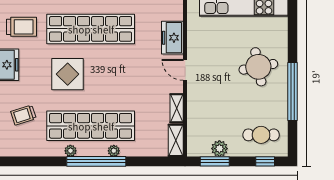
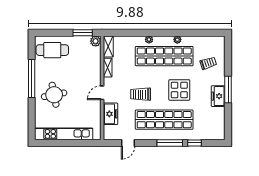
trolley: (22, 27) -> (141, 94), moved
door: (185, 70) -> (102, 93), swing flipped
cafe table: (261, 135) -> (52, 50), width x1.37, depth x1.35
plant: (219, 149) -> (96, 41), moved
window: (96, 161) -> (160, 33), removed
window: (265, 161) -> (50, 33), removed

